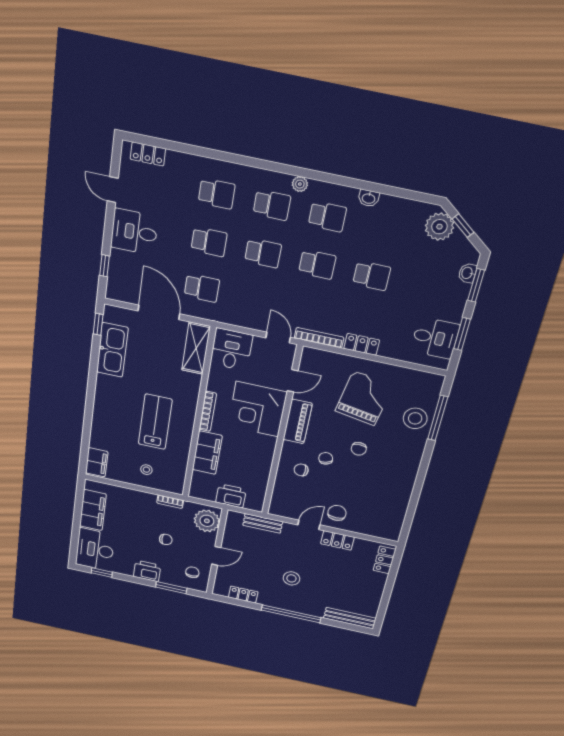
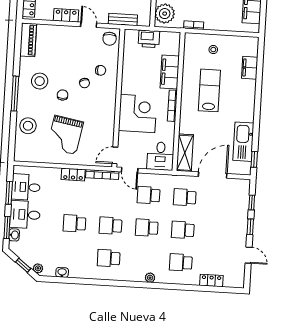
locker: (148, 154) -> (211, 280), moved
plant: (300, 184) -> (150, 278), moved
washbasin: (369, 198) -> (62, 272), moved
school desk: (272, 205) -> (149, 195), moved
plant: (439, 227) -> (38, 268), width x0.53, depth x0.53
window: (108, 231) -> (250, 227), added
desk: (134, 232) -> (25, 215), moved, turned 180
door: (159, 312) -> (213, 175), swing flipped
door: (293, 381) -> (115, 155), moved
window: (438, 418) -> (15, 94), moved
lab bench: (155, 422) -> (209, 90), turned 180
piano: (298, 422) -> (28, 40), moved, turned 180
filing cabinet: (97, 462) -> (250, 68), moved
stool: (388, 471) -> (40, 81), added
chair: (337, 513) -> (110, 39), moved
door: (309, 525) -> (89, 25), swing flipped

